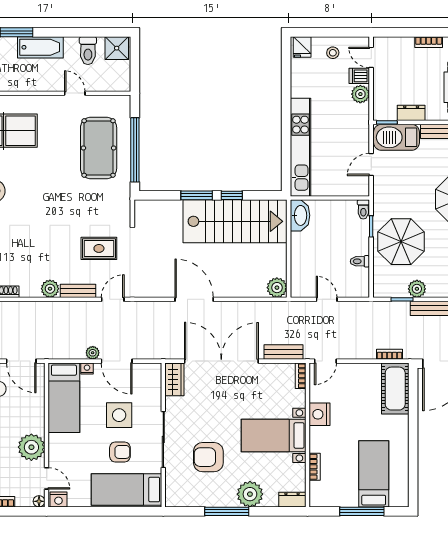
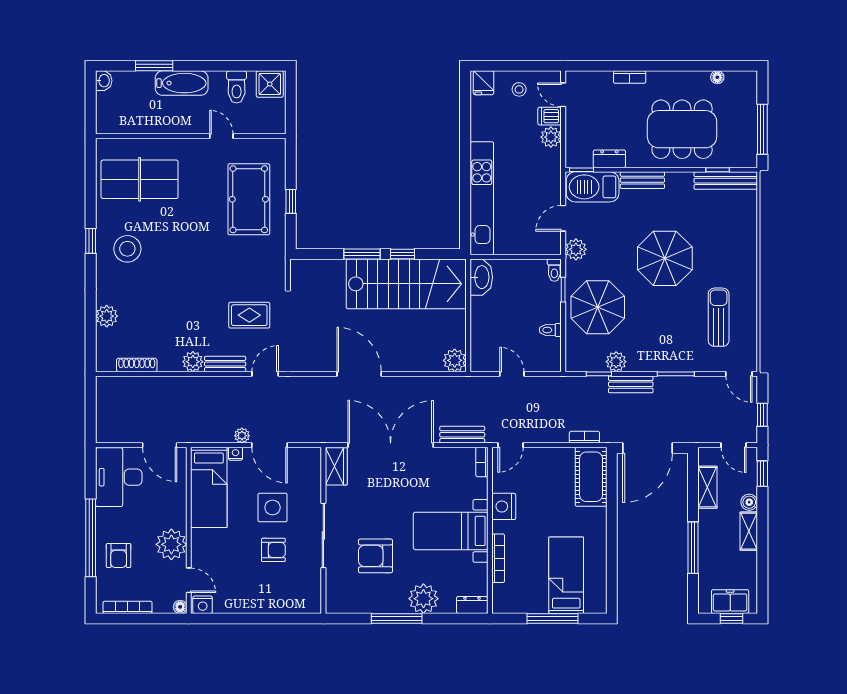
window: (135, 150) -> (291, 201), width x0.32
plant: (382, 191) -> (576, 249), added
bookcase: (315, 467) -> (498, 558), width x1.56
bed: (126, 490) -> (281, 593), removed

